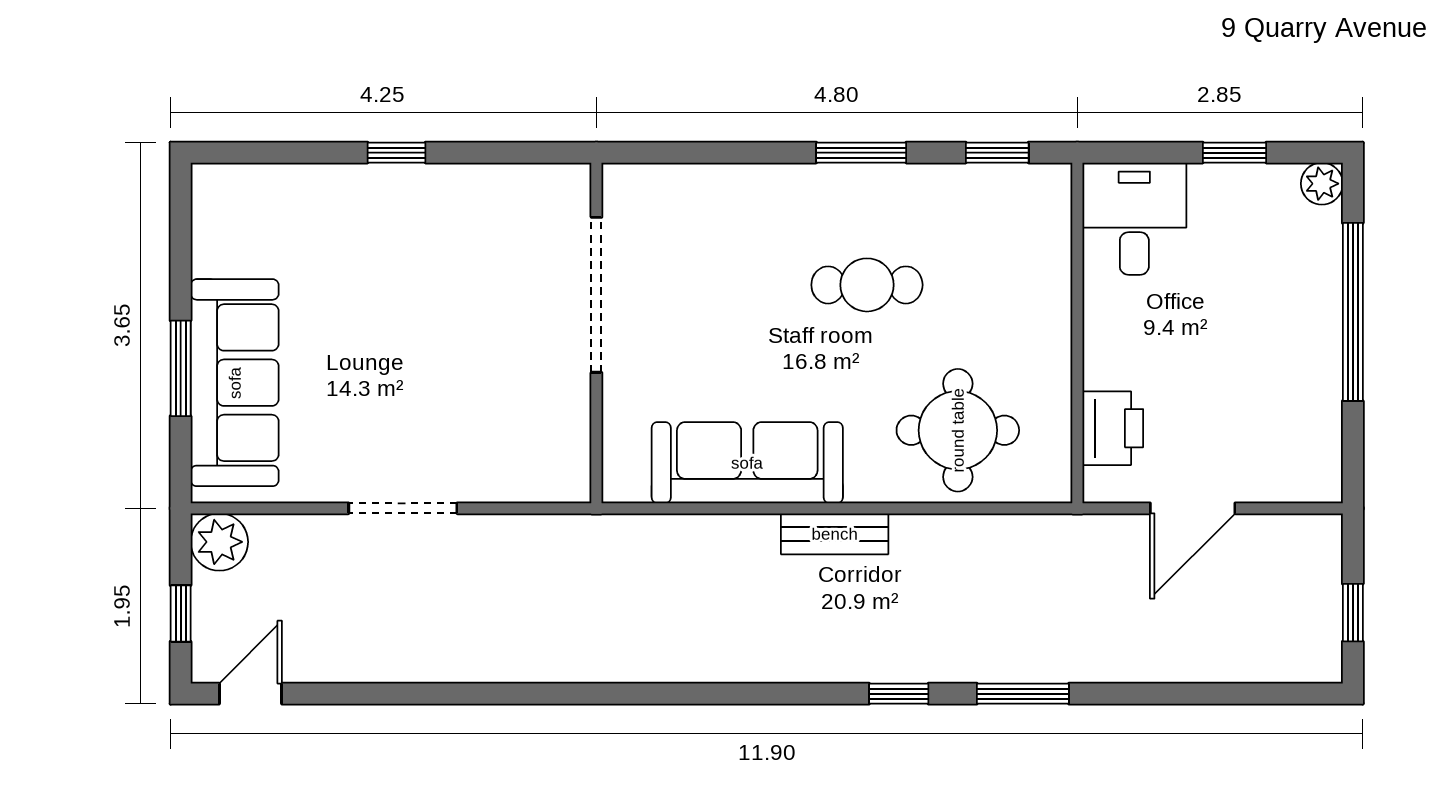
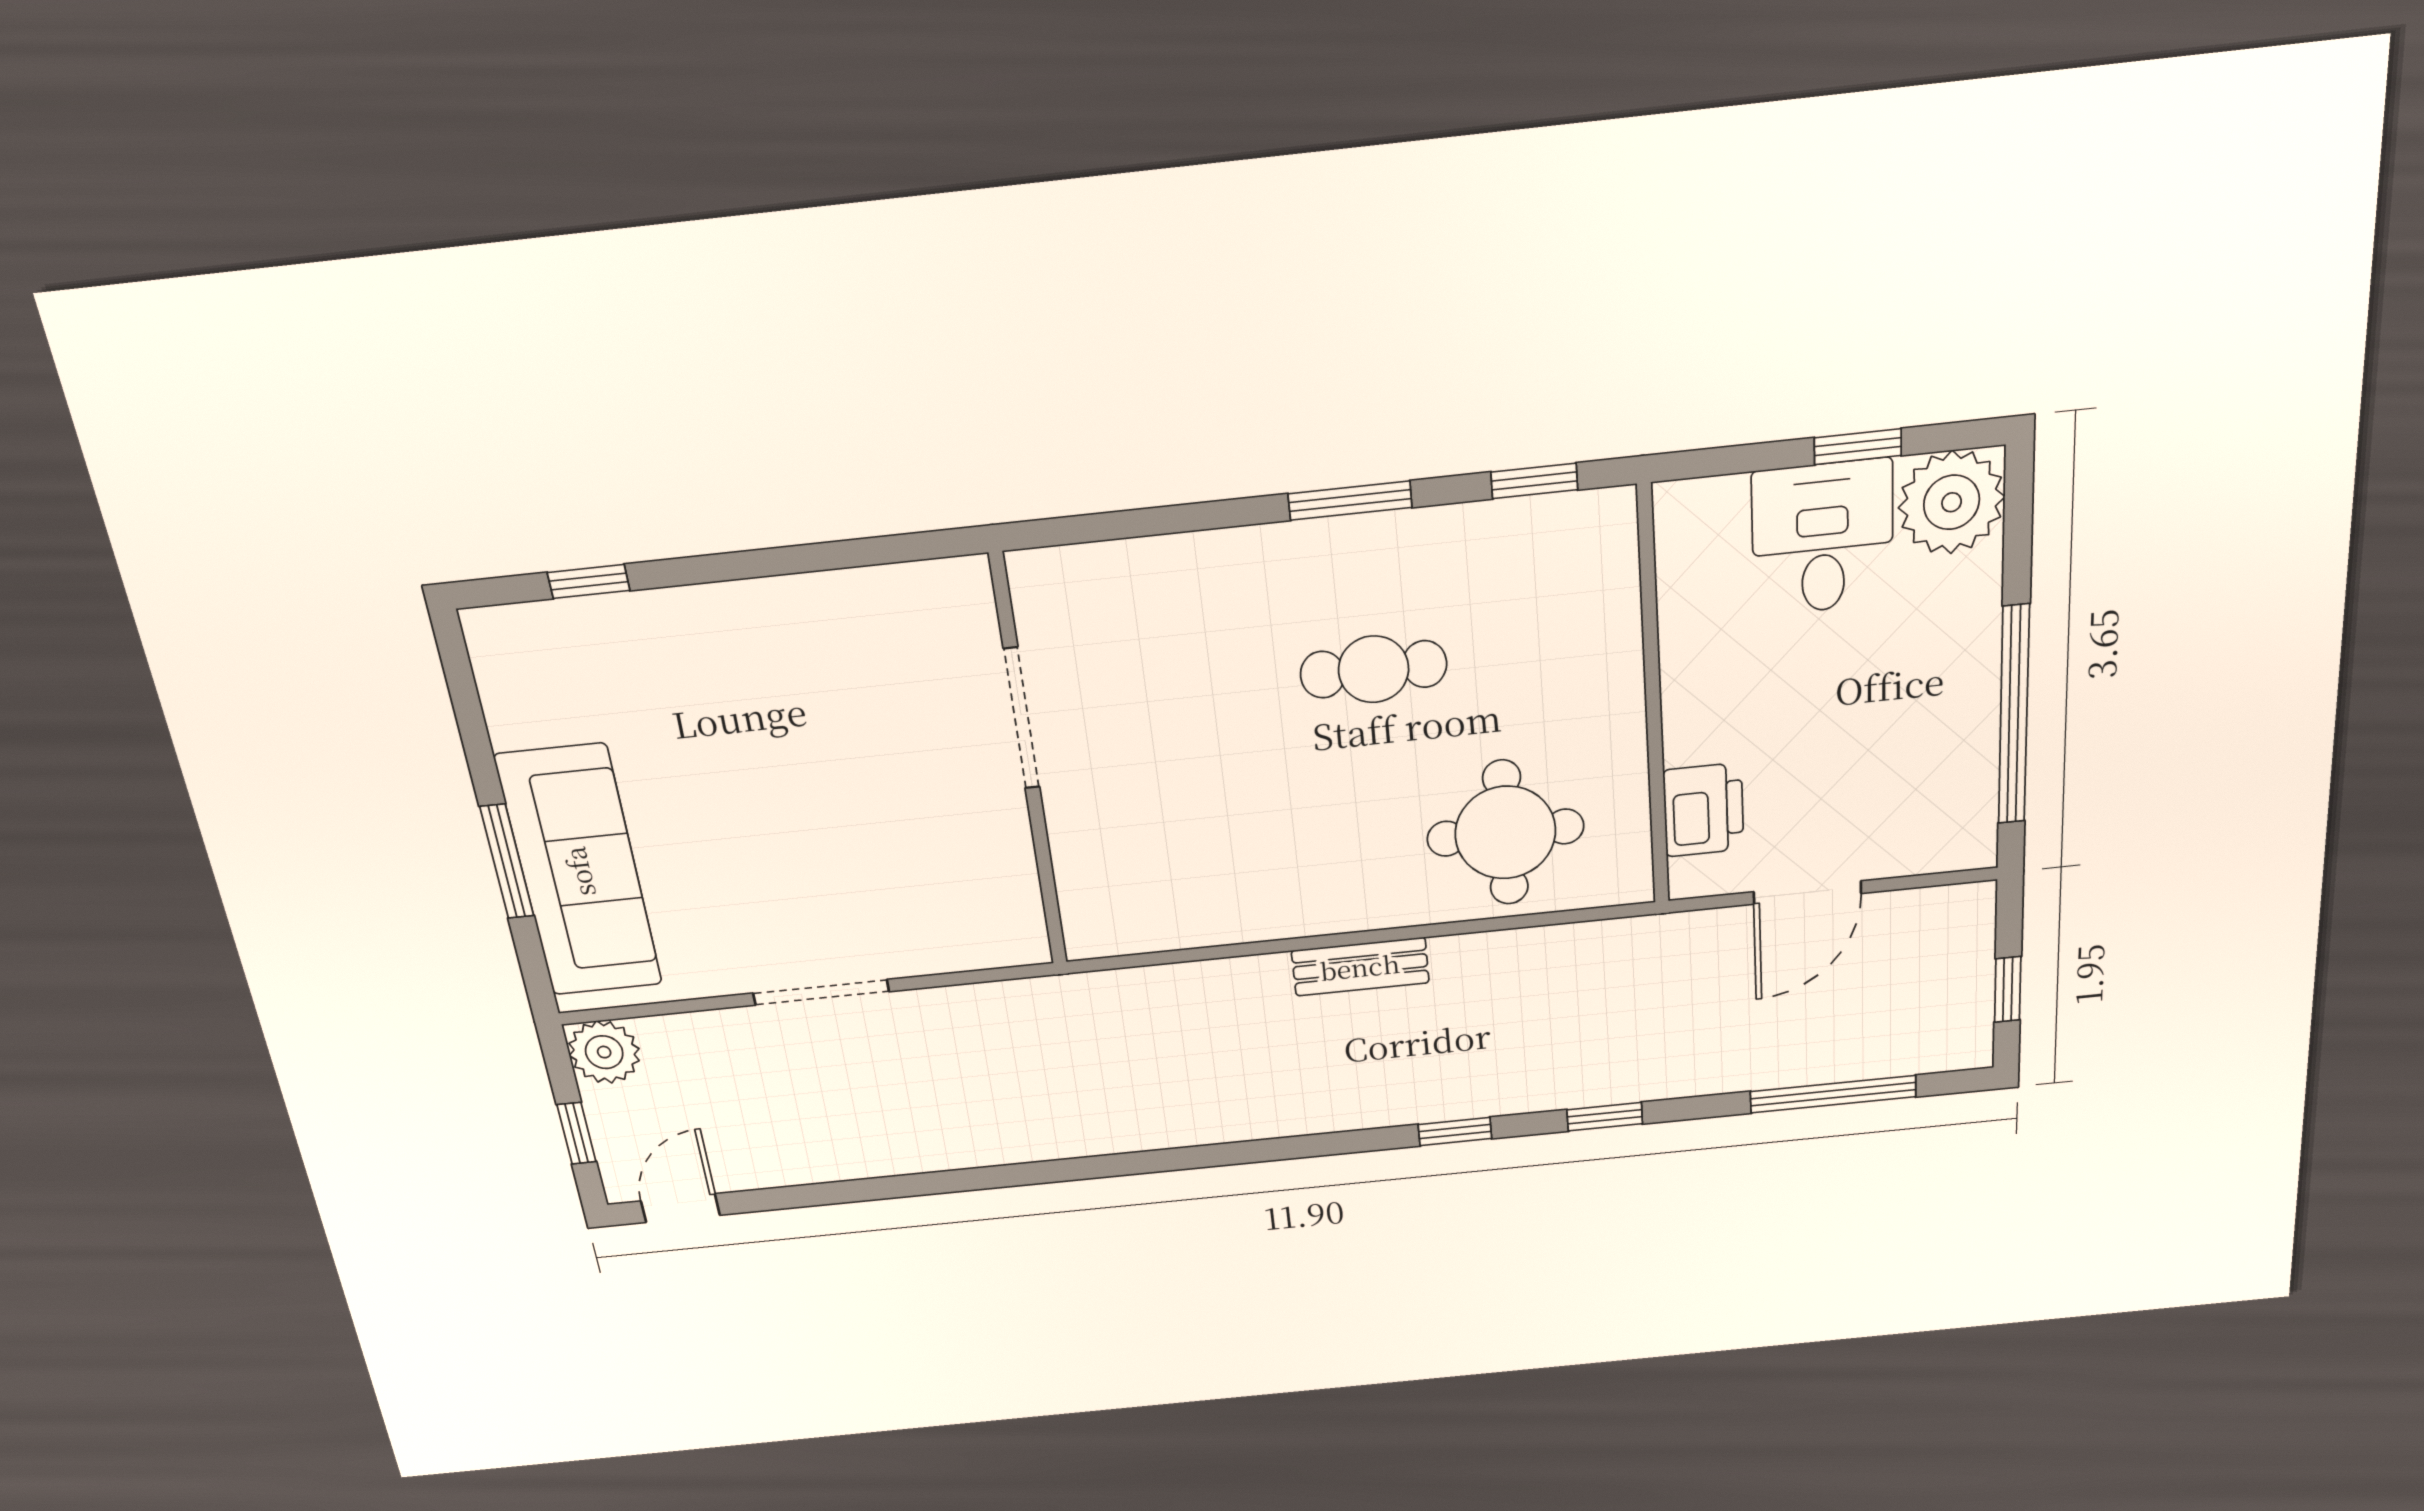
window: (397, 153) -> (589, 581), moved
plant: (1322, 184) -> (1952, 502), width x1.88, depth x1.88
desk: (1134, 219) -> (1823, 538), moved
doorway: (596, 295) -> (1022, 718), width x0.73
window: (1353, 312) -> (2014, 715), moved
sofa: (747, 463) -> (1242, 897), removed
window: (1023, 694) -> (1605, 1117), width x0.67
window: (1211, 694) -> (1833, 1094), added

